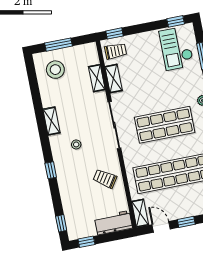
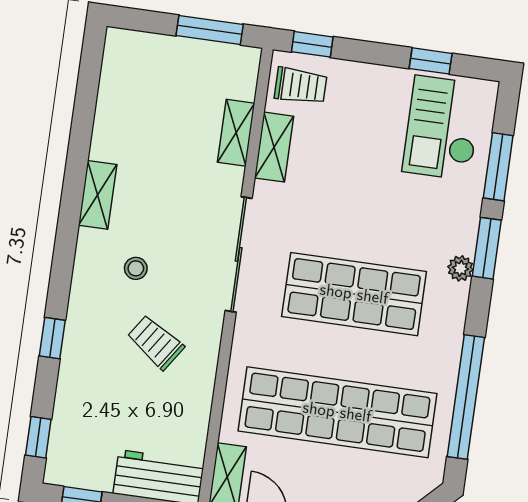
window: (176, 21) -> (431, 61), moved
window: (59, 45) -> (210, 30), moved
stool: (55, 70) -> (148, 80), removed
window: (51, 170) -> (52, 338), moved
trolley: (105, 179) -> (156, 342), moved

